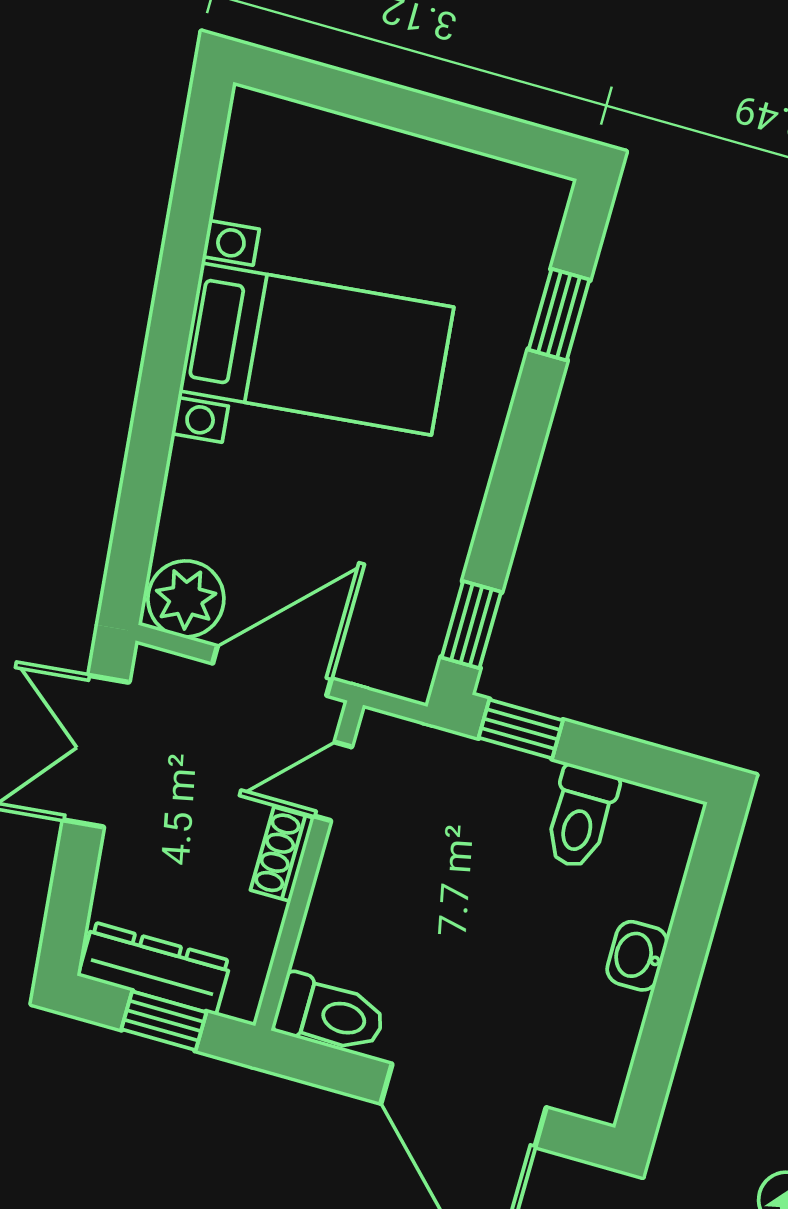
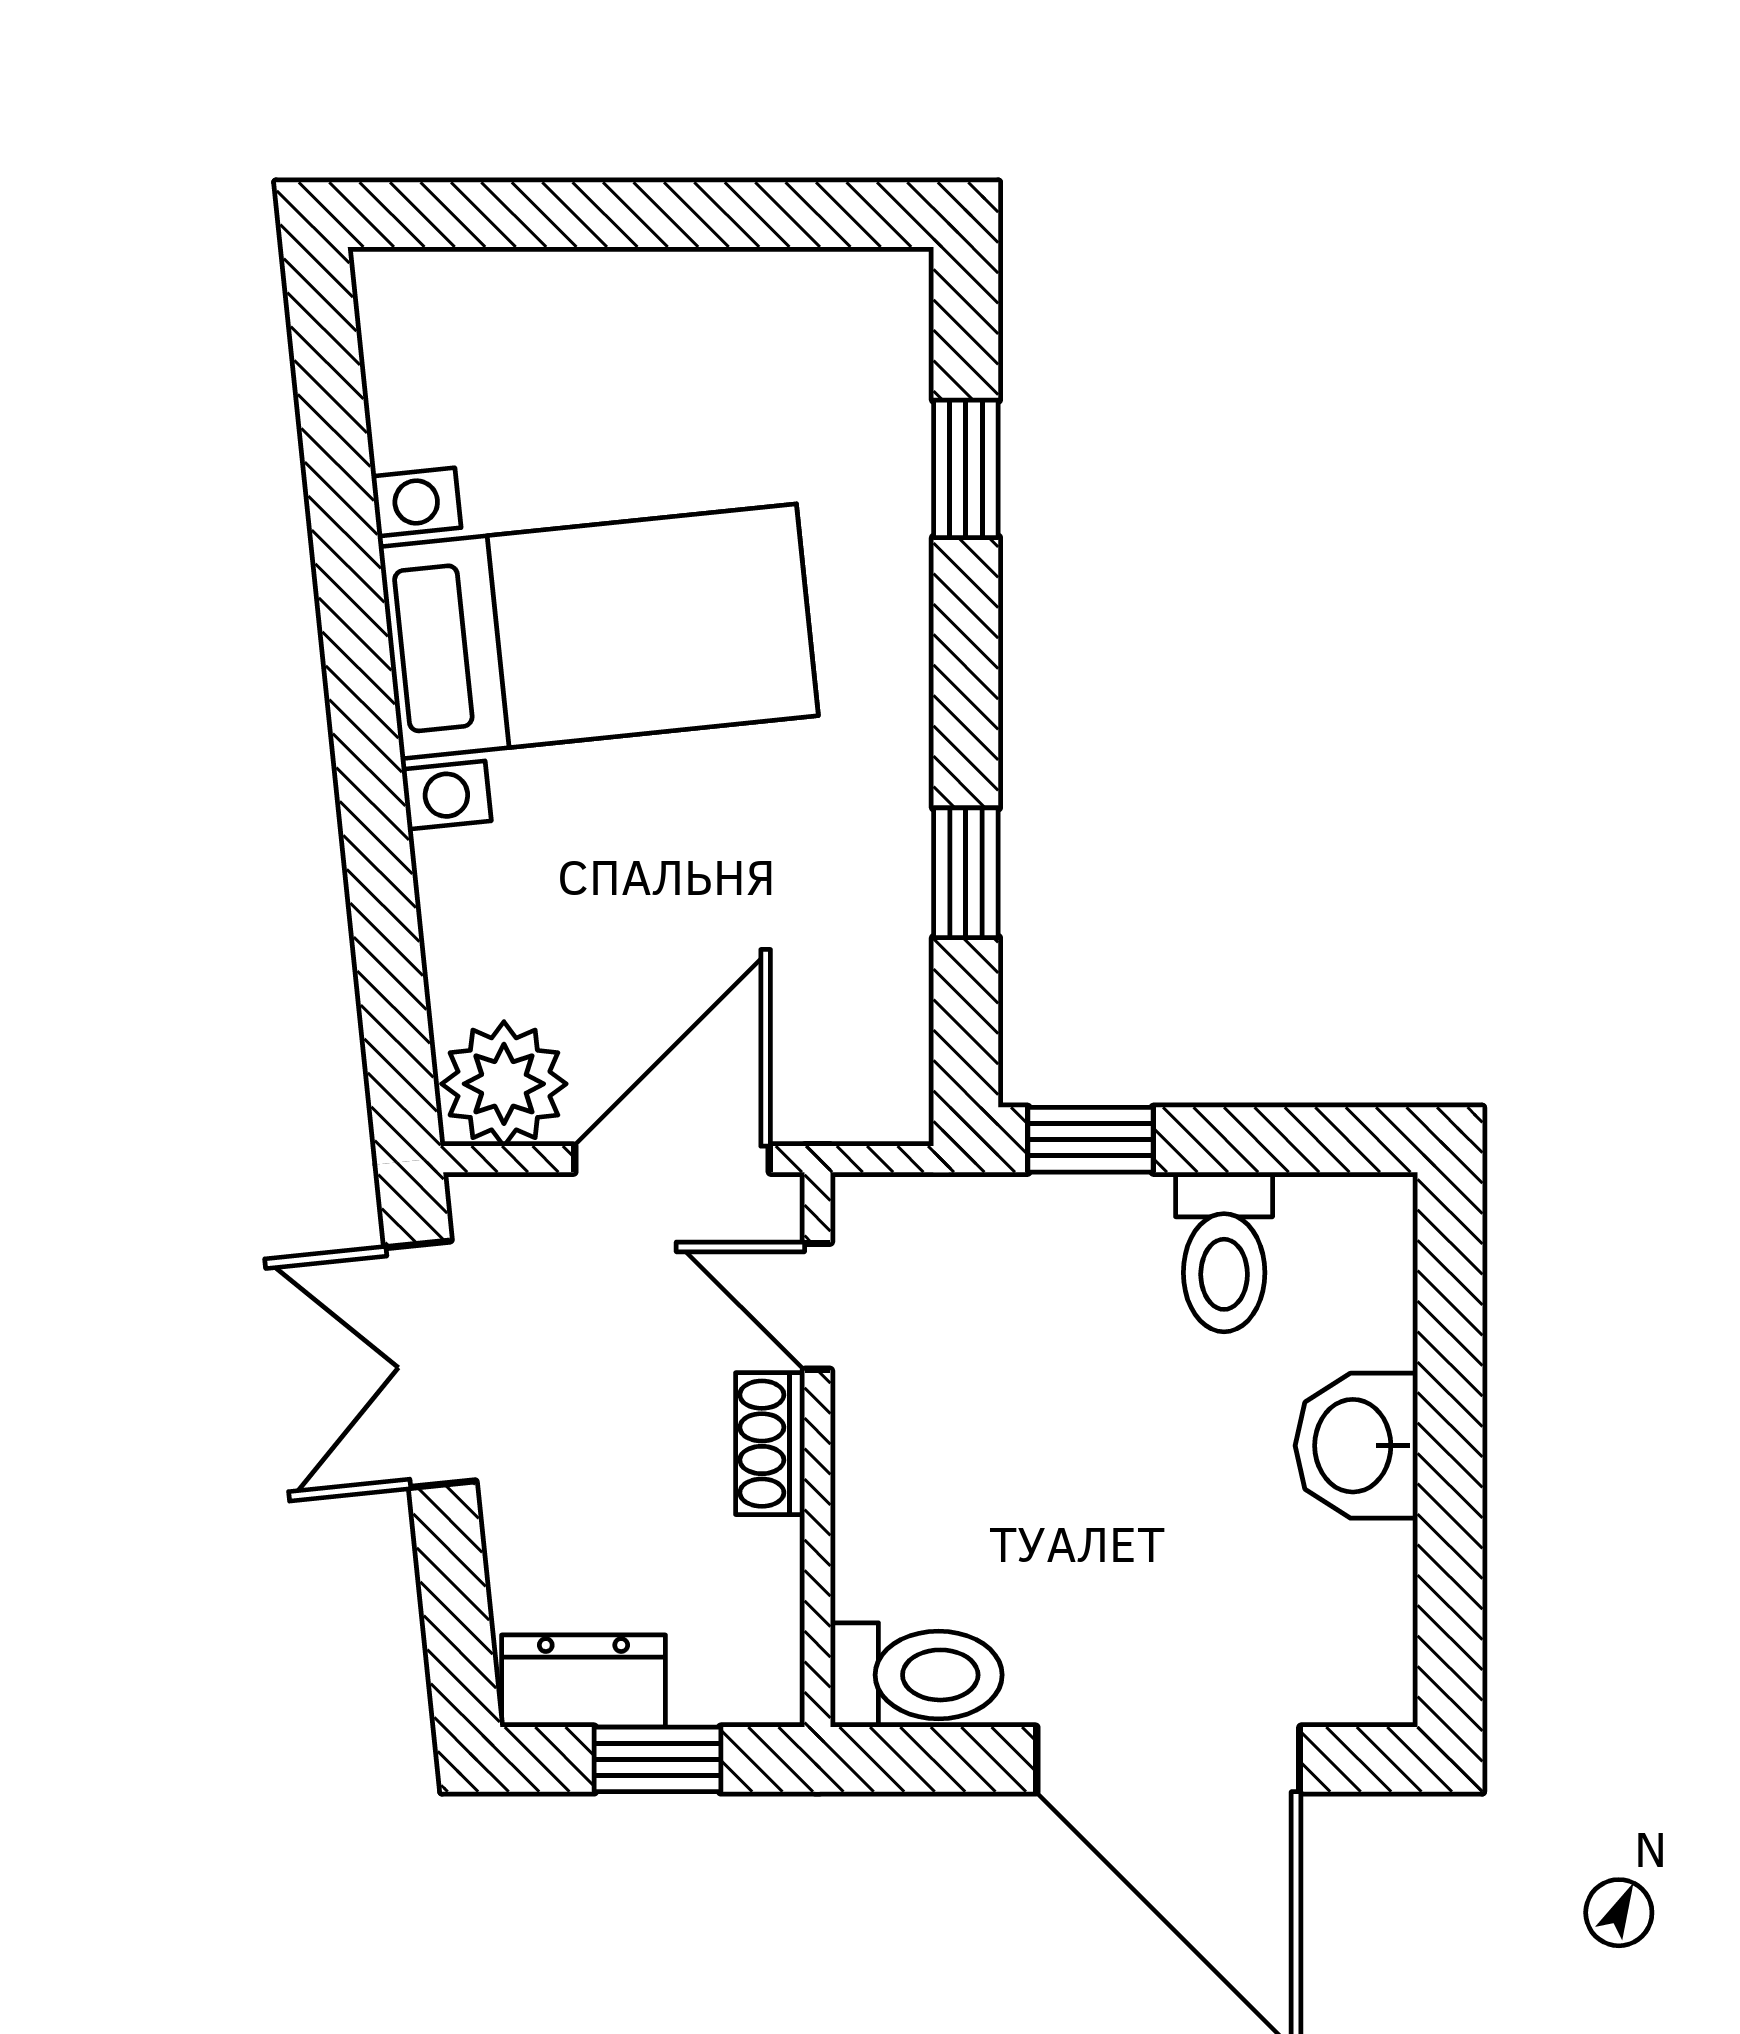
window: (471, 625) -> (966, 873), moved
door: (333, 781) -> (817, 1306), hinge flipped
washbasin: (637, 956) -> (1356, 1446), width x1.38, depth x1.45
dresser: (154, 968) -> (583, 1681), width x0.70

